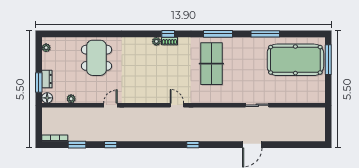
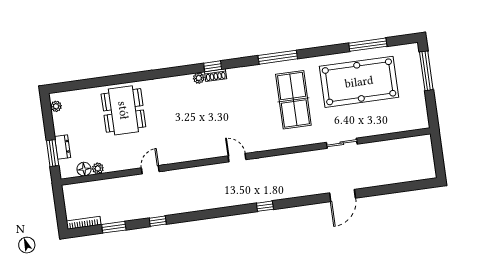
window: (265, 34) -> (368, 45), moved
pool table: (295, 60) -> (359, 82), moved
table tennis table: (211, 64) -> (293, 100), moved
floor lamp: (47, 98) -> (84, 169), moved

